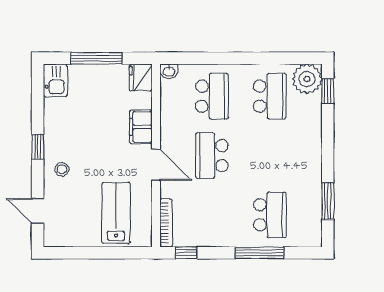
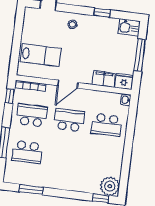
school desk: (270, 96) -> (32, 115), moved, turned 180
filing cabinet: (141, 127) -> (104, 79), moved
window: (38, 147) -> (102, 13), moved

